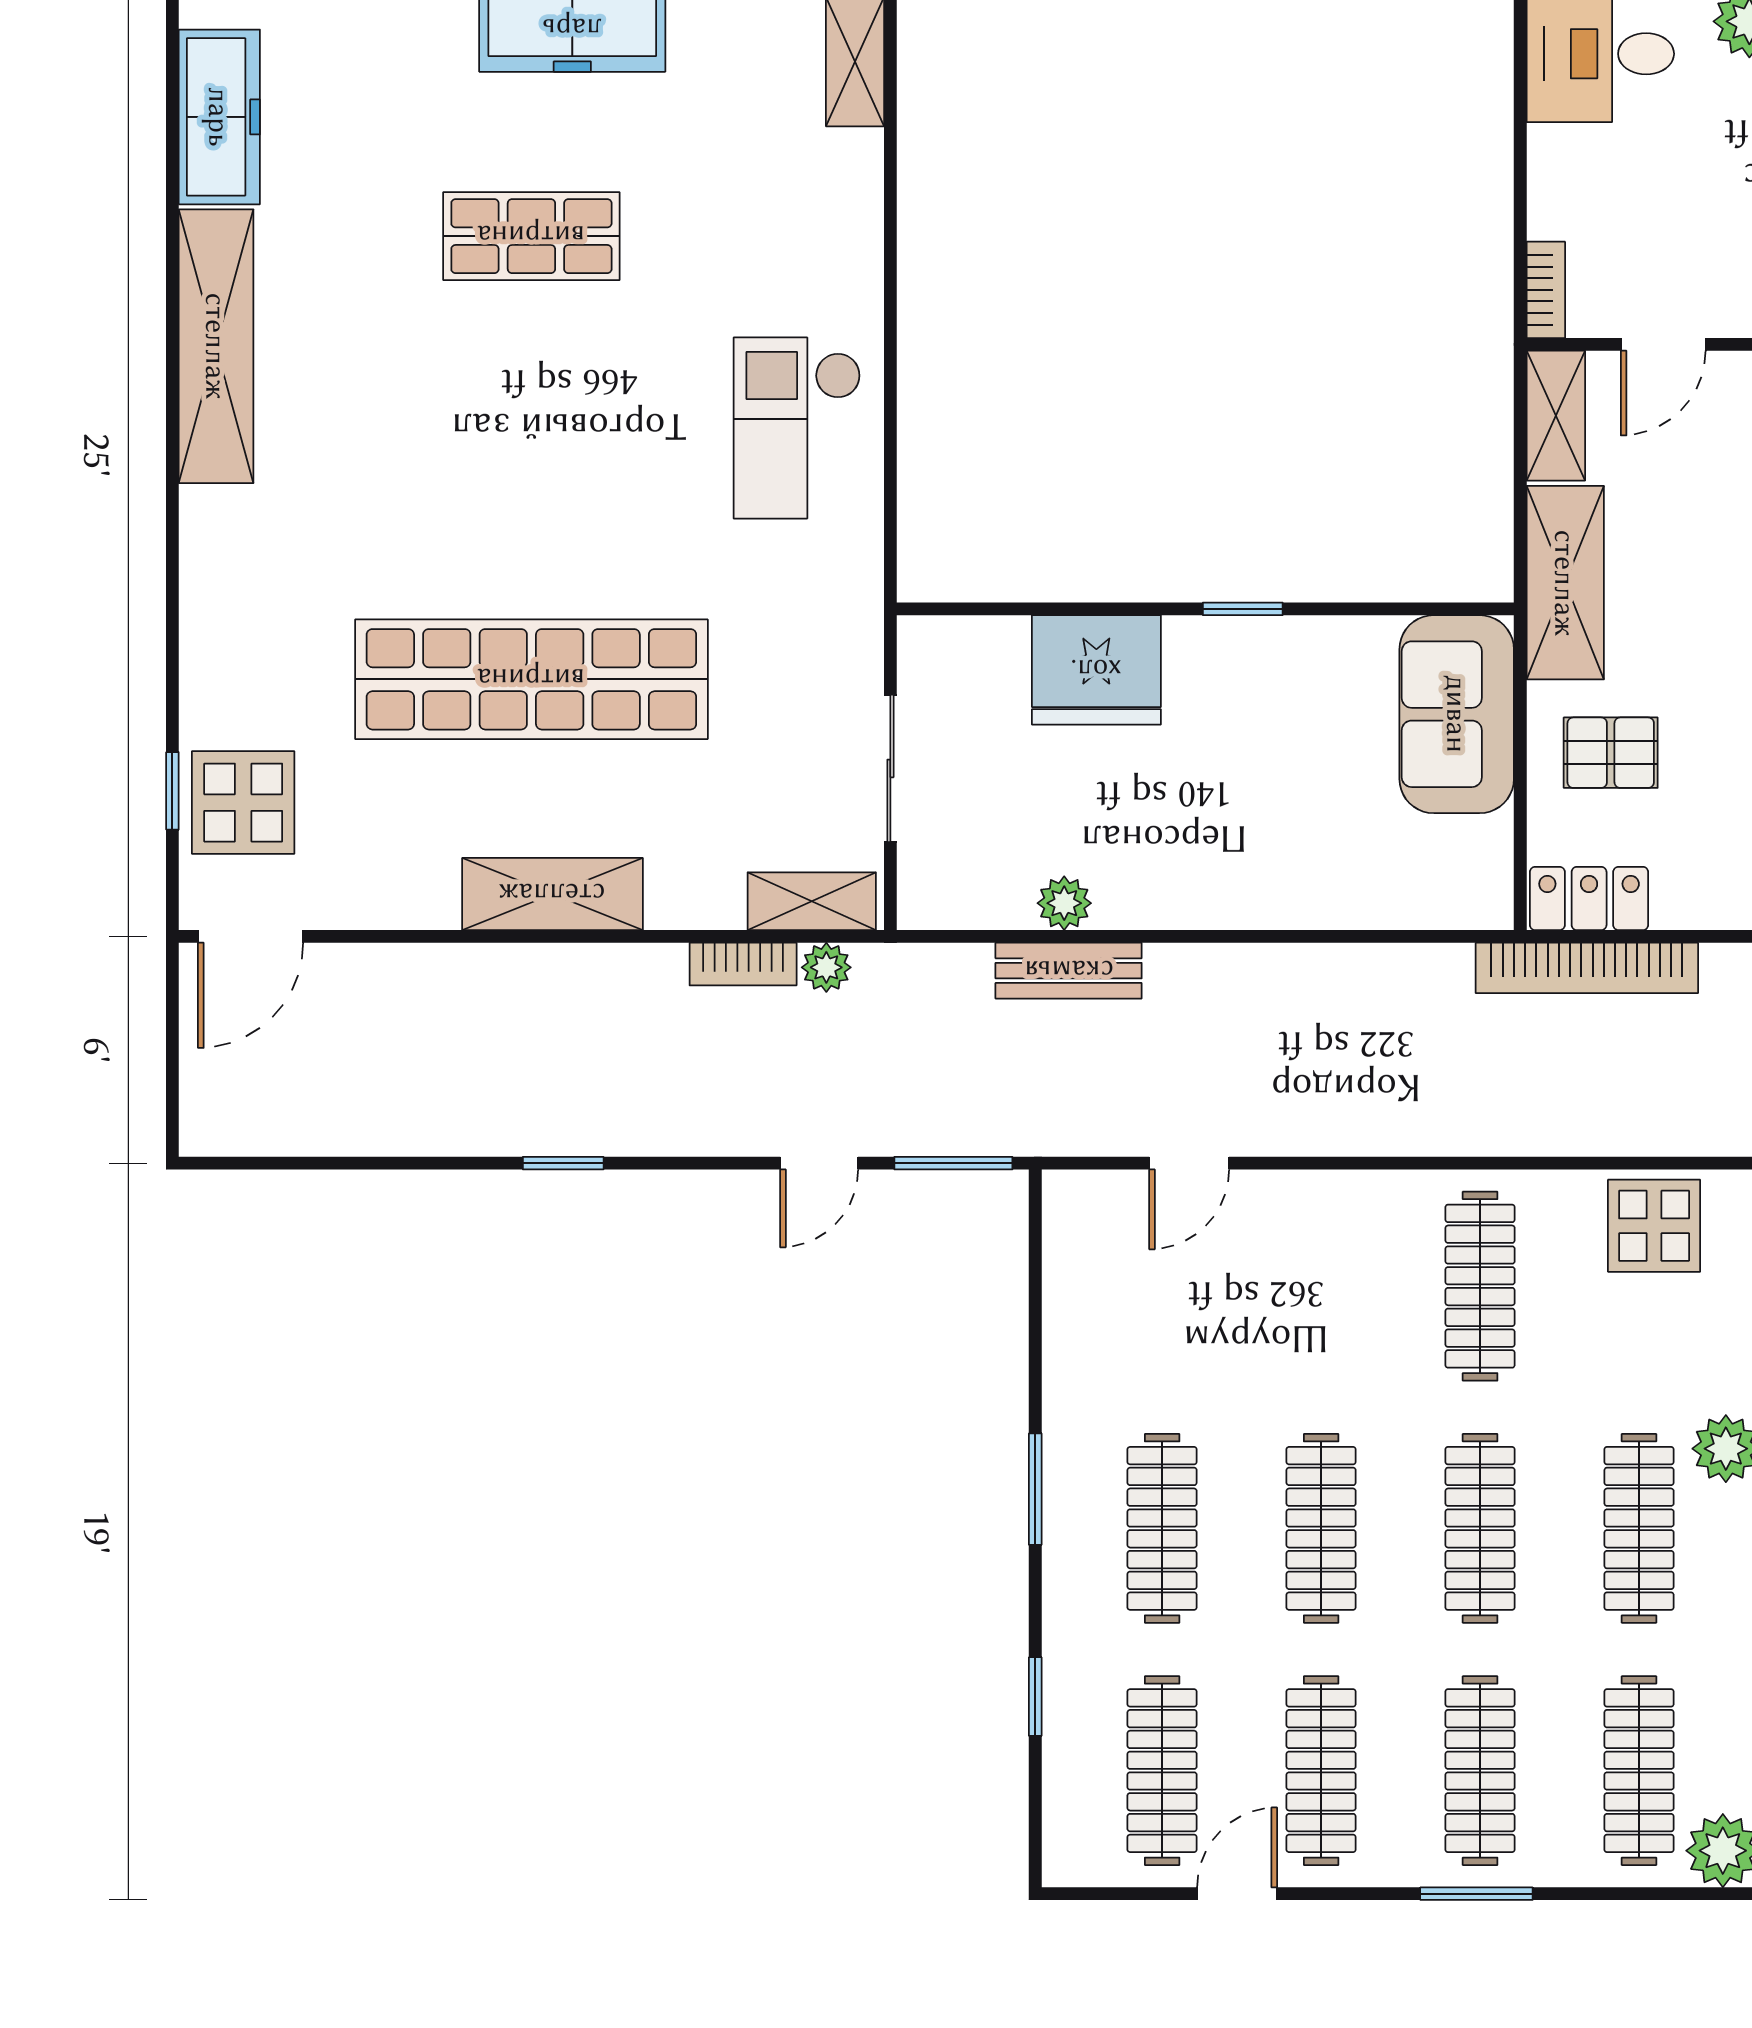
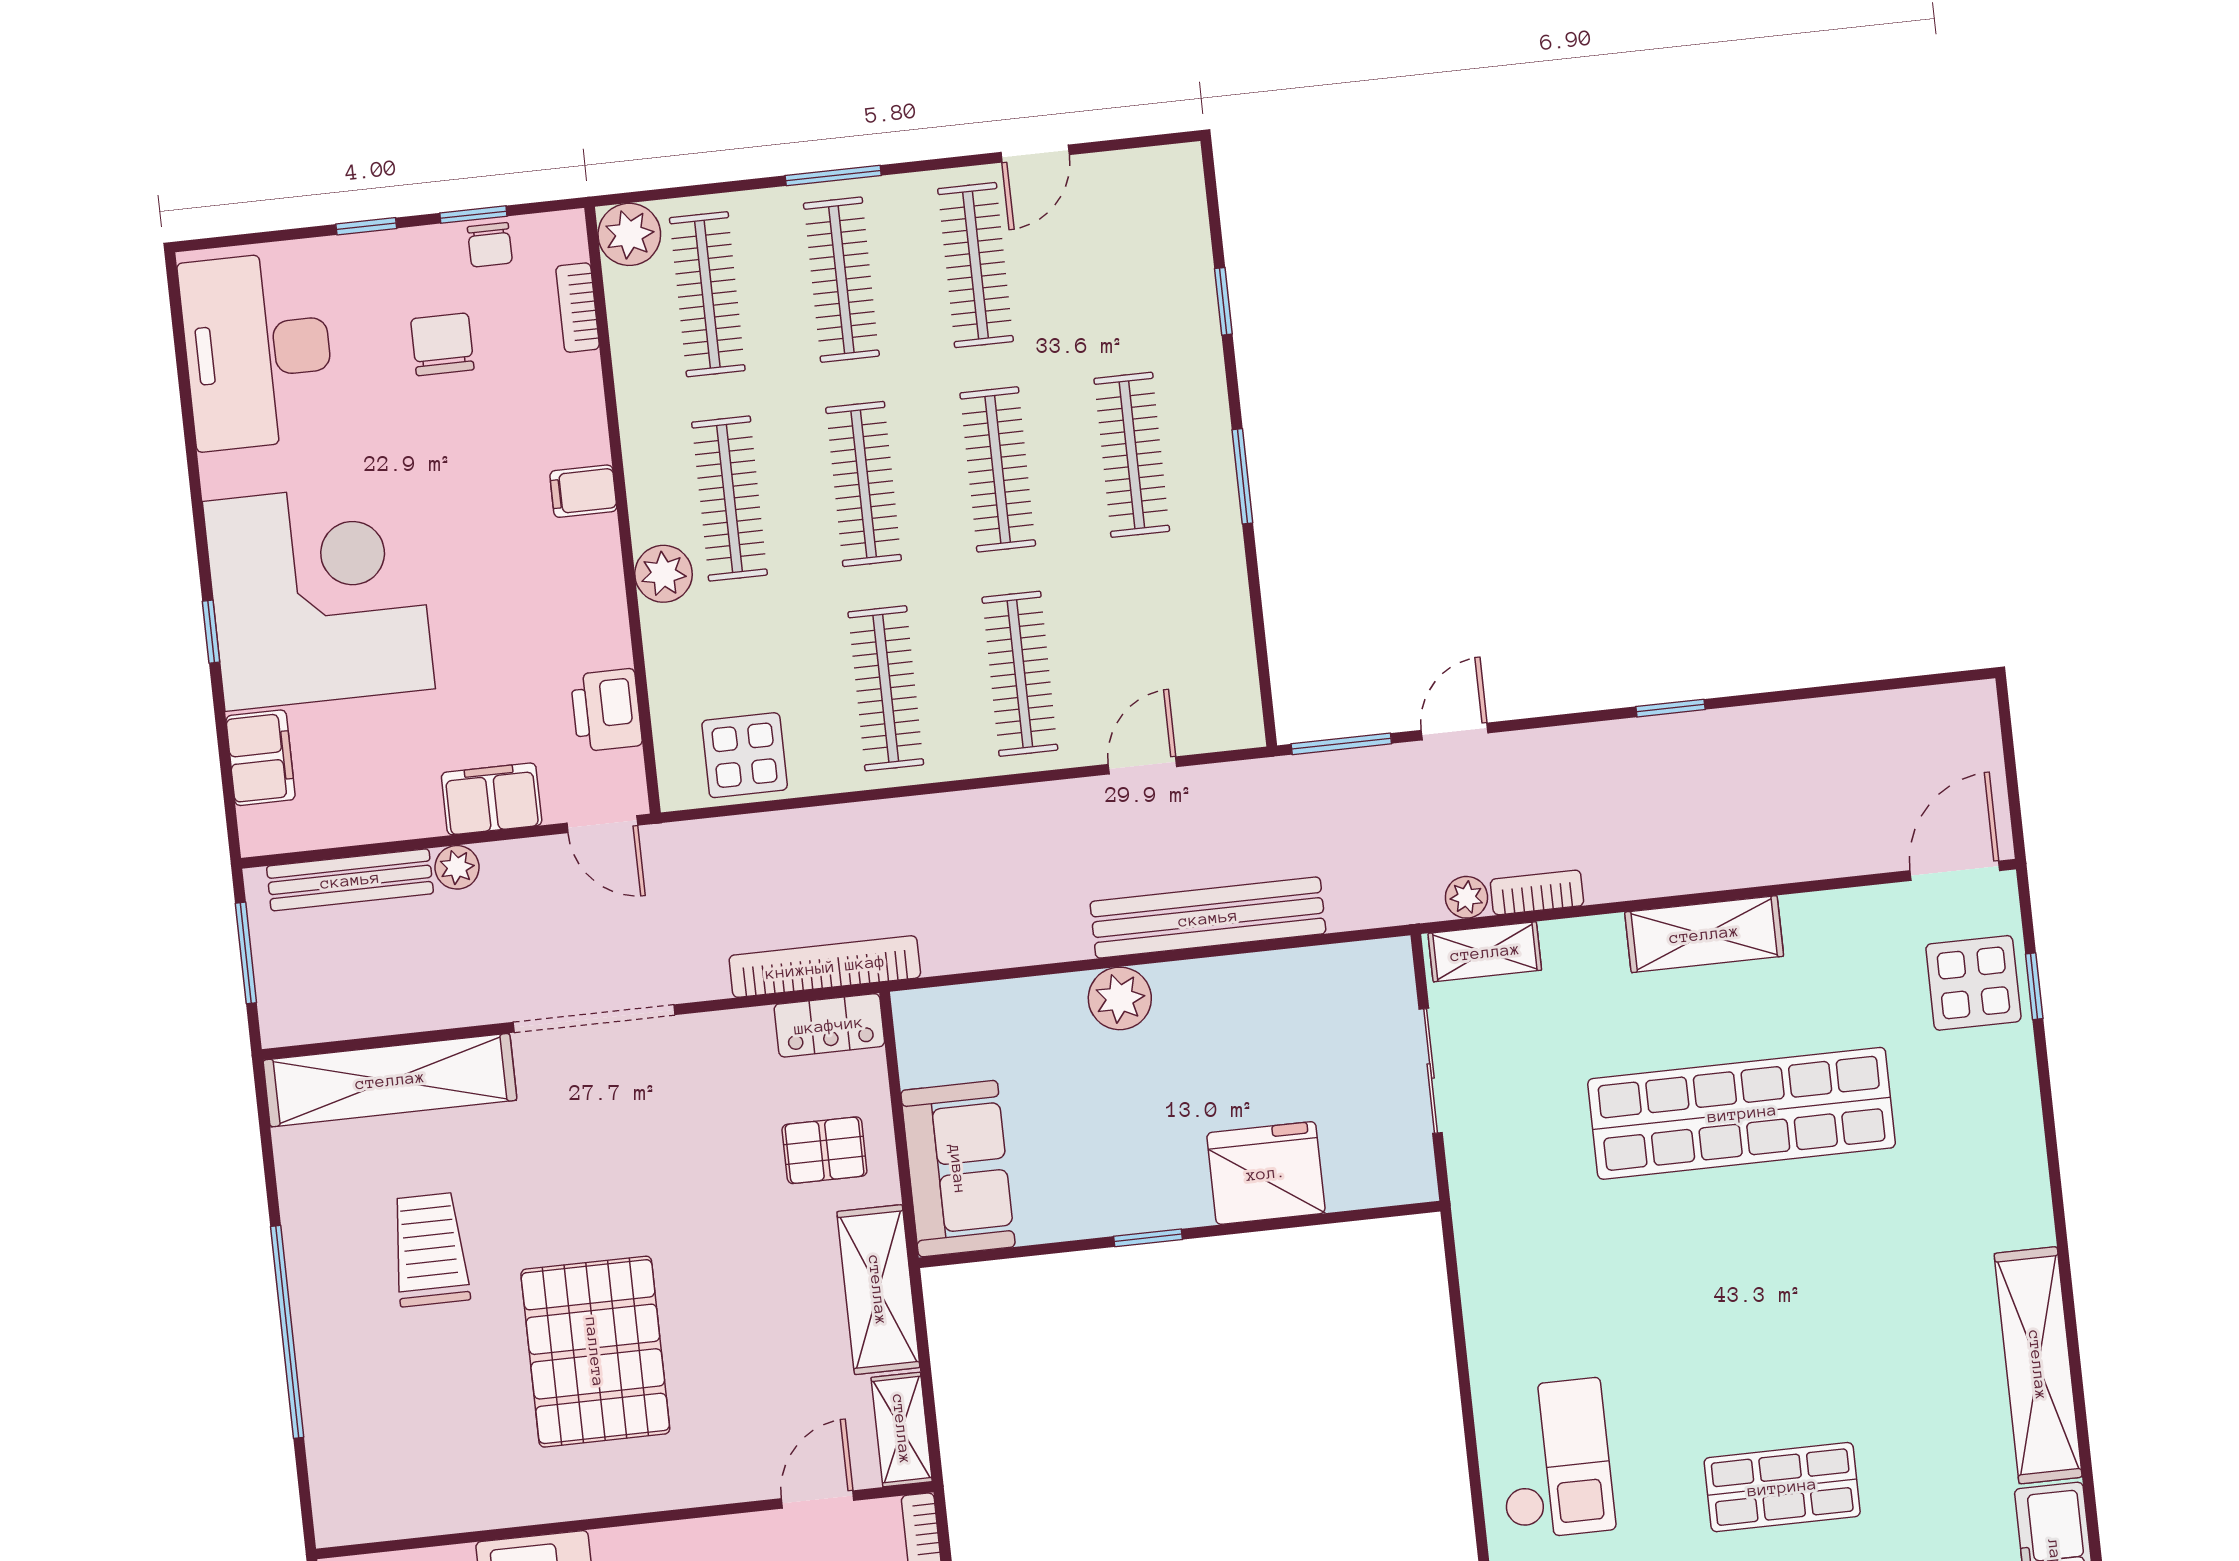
checkout: (797, 428) -> (1554, 1459), moved
plant: (1064, 903) -> (1120, 998), moved, width x1.38, depth x1.38
bench: (1069, 971) -> (1208, 918), width x1.86, depth x1.21
clothes rail: (1162, 1771) -> (1020, 674), moved

